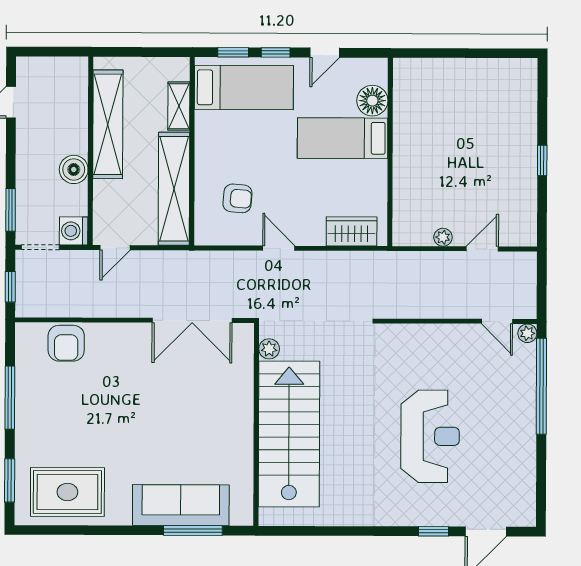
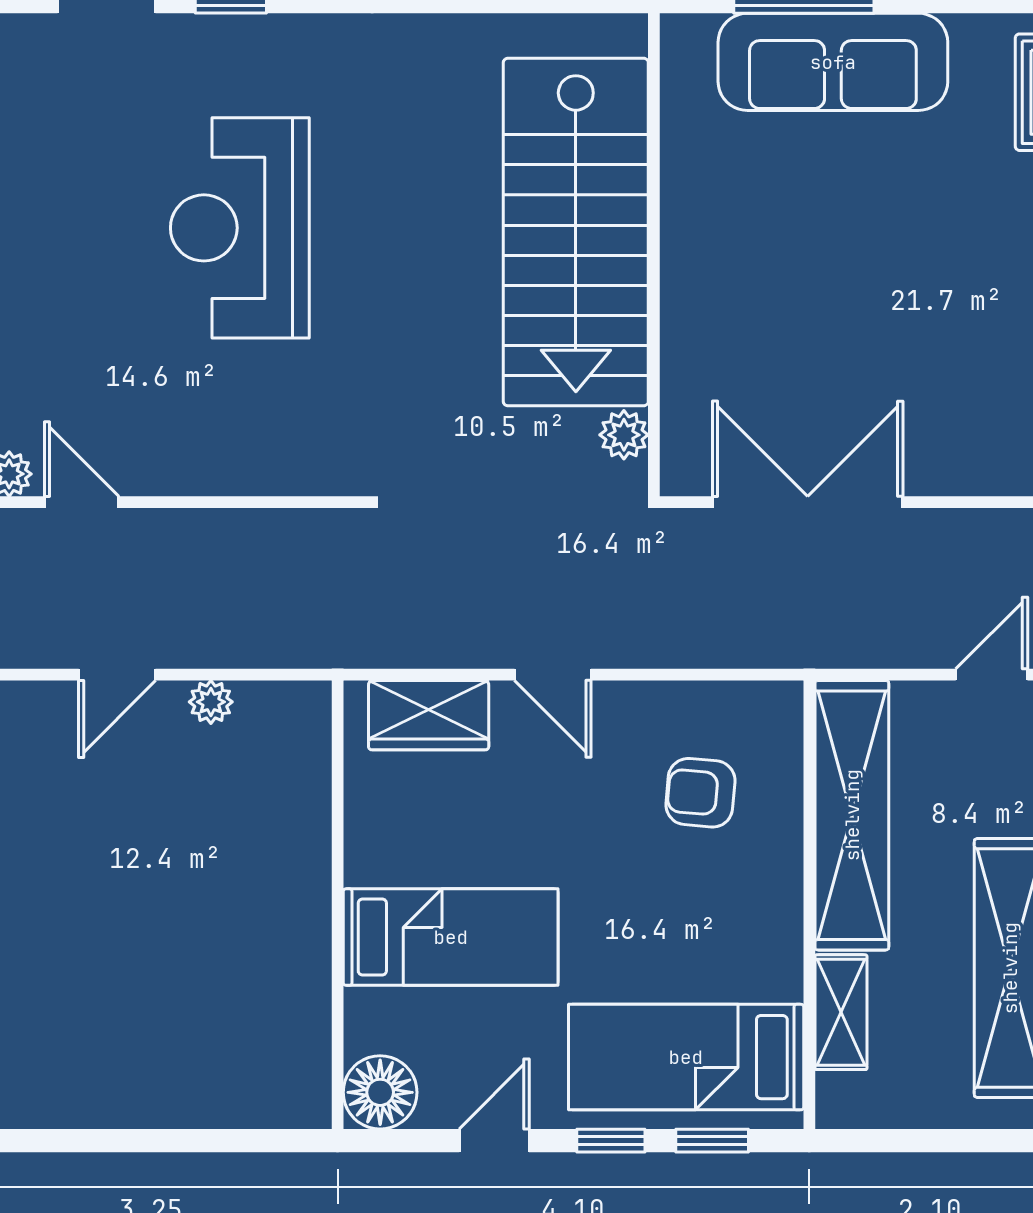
floor lamp: (372, 101) -> (380, 1092), moved
door: (279, 248) -> (553, 675), moved

